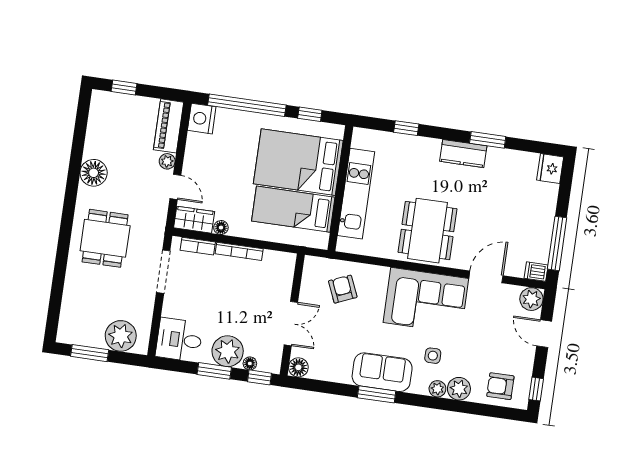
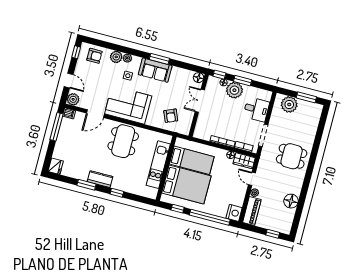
window: (406, 128) -> (117, 193), moved
floor lamp: (94, 173) -> (291, 201), moved
dining table: (105, 238) -> (292, 156), turned 90
desk: (179, 340) -> (256, 109), moved

